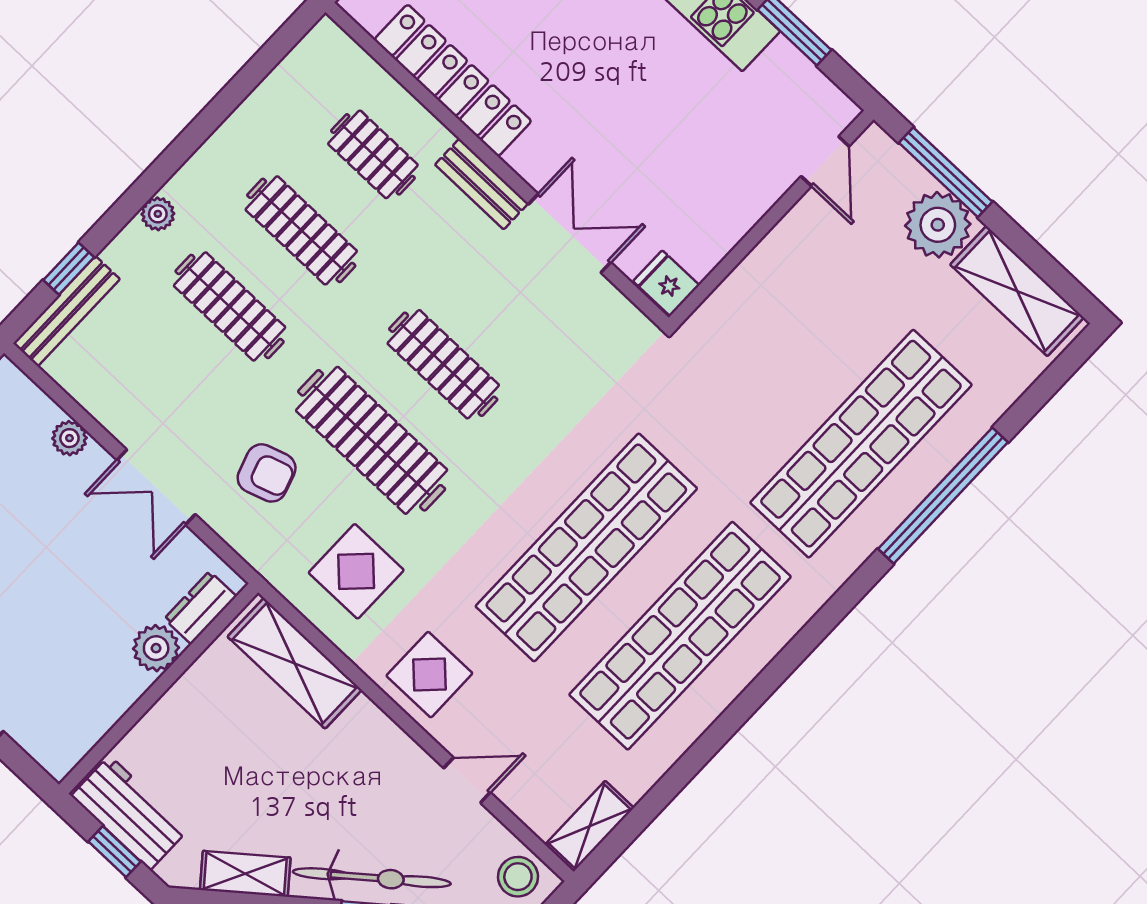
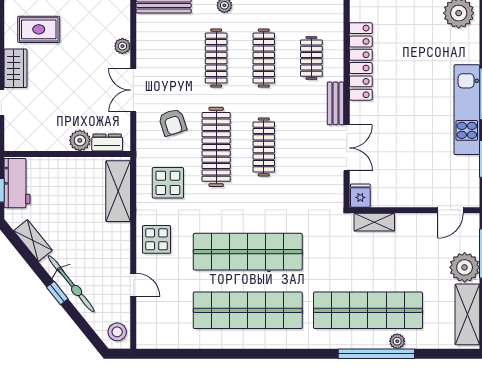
plant: (954, 444) -> (397, 341), added
shelving: (589, 826) -> (374, 222), moved

